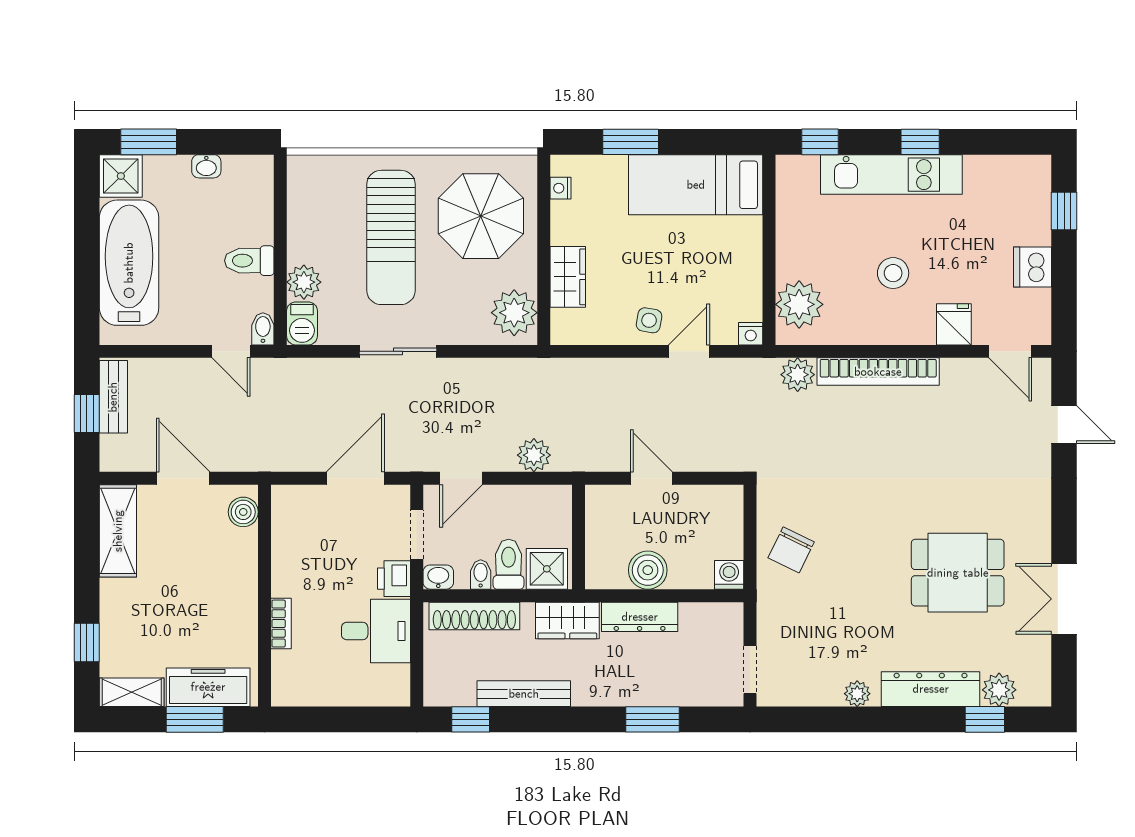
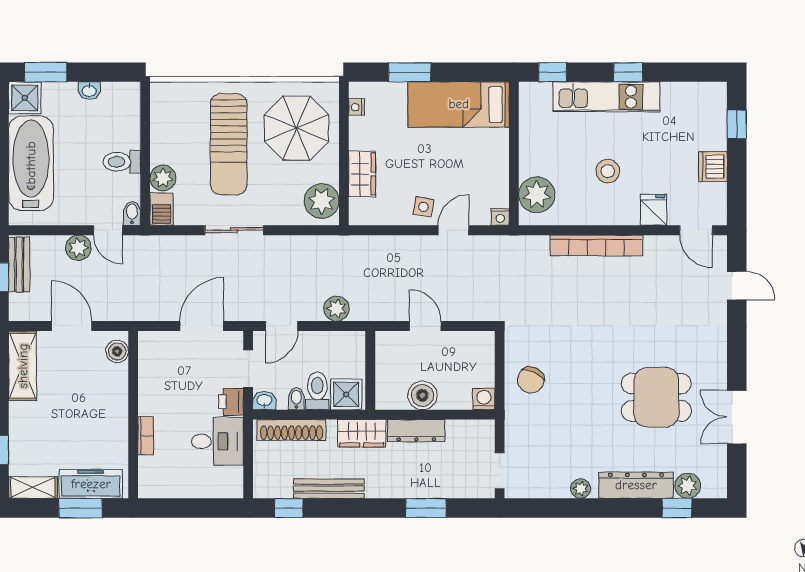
plant: (798, 375) -> (78, 248), moved

